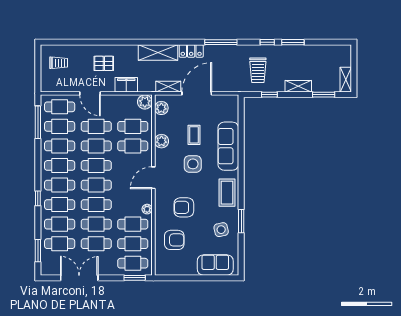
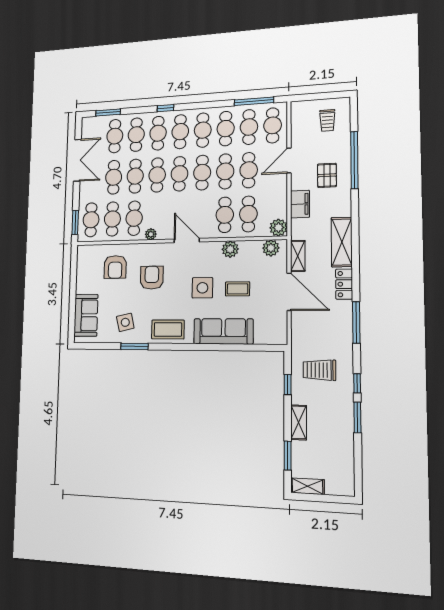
window: (93, 42) -> (354, 160), added

